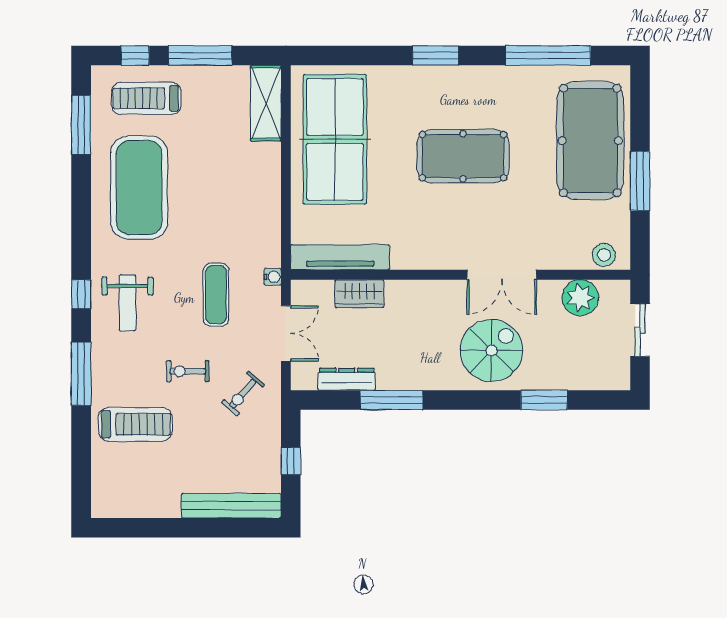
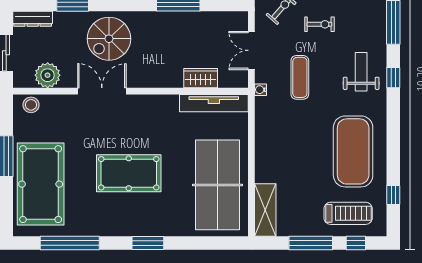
window: (81, 125) -> (393, 195), width x0.46
dresser: (347, 379) -> (33, 19), moved

